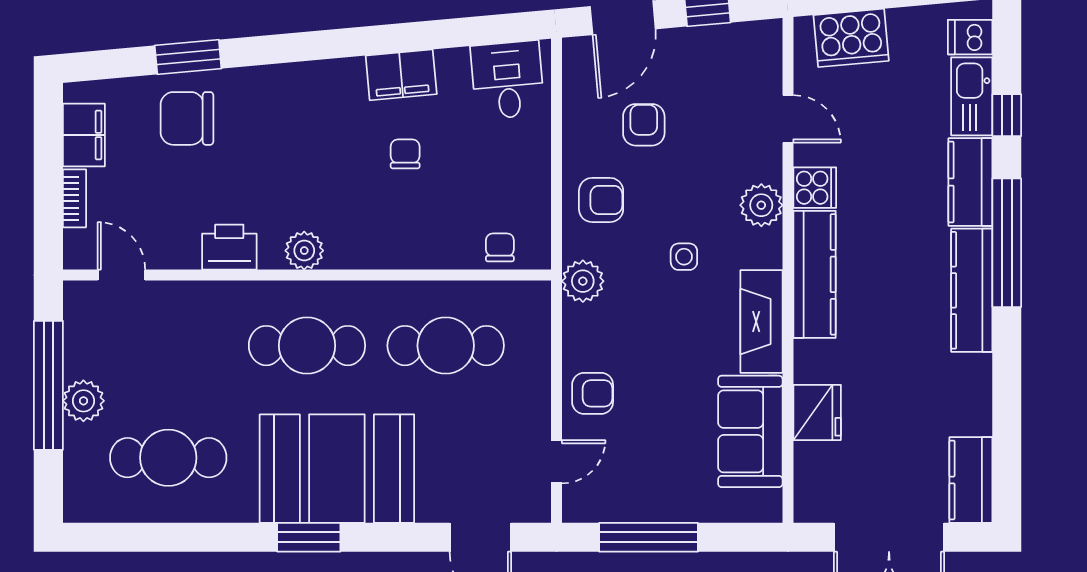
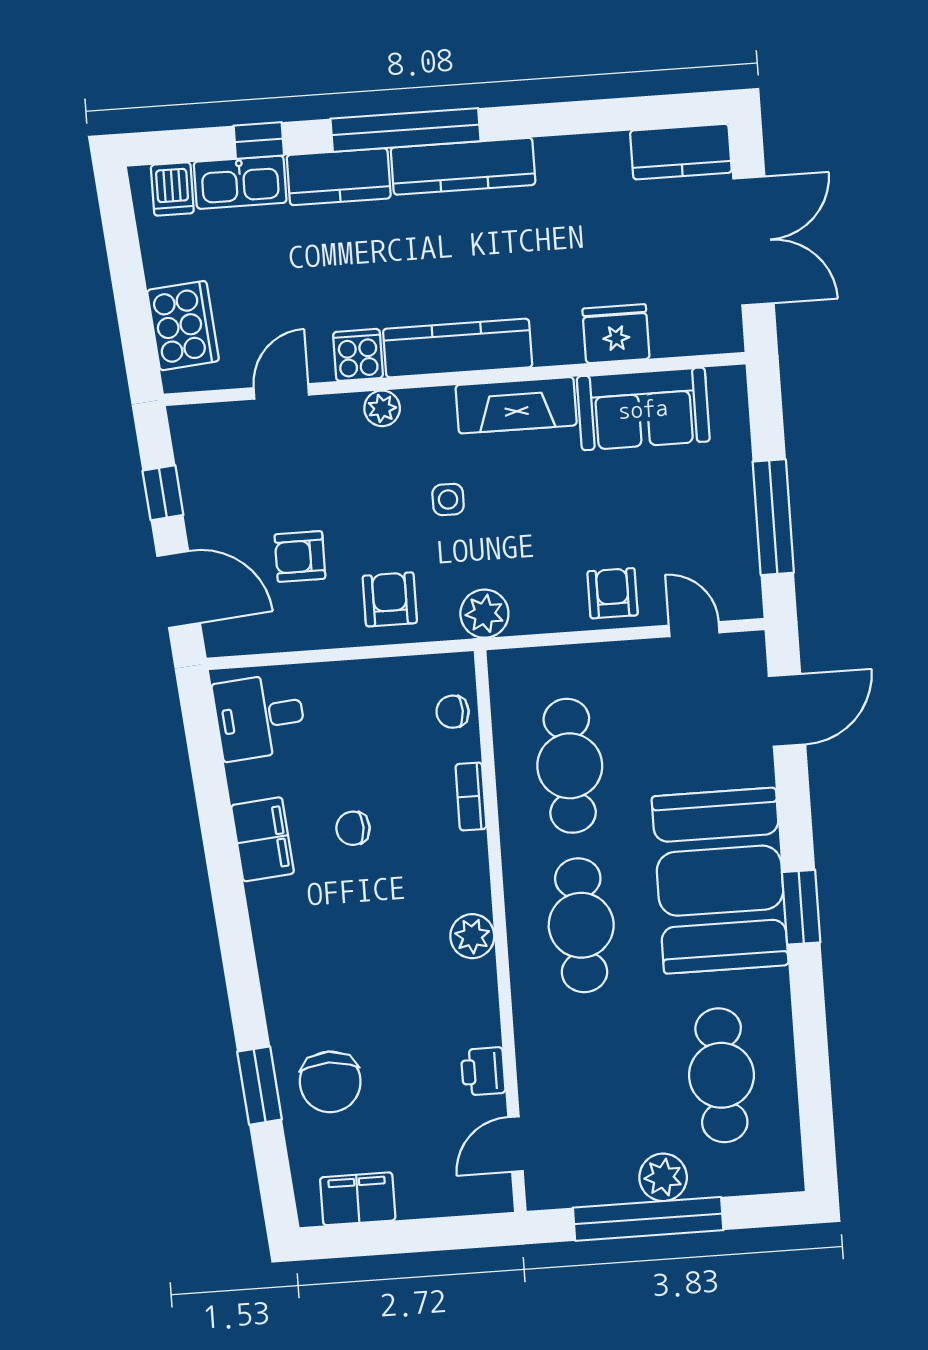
bookcase: (74, 198) -> (471, 797), moved, turned -90
plant: (761, 205) -> (382, 408), width x0.73, depth x0.73
printer: (229, 247) -> (483, 1071), moved, width x0.73, depth x0.81

